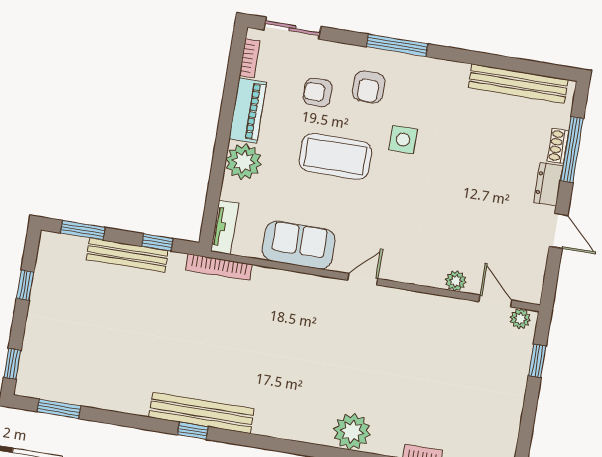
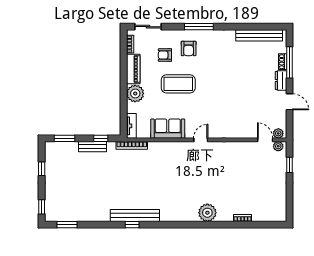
side table: (403, 140) -> (209, 71), removed
bench: (127, 255) -> (93, 147), width x0.73
plant: (456, 281) -> (278, 133), moved

